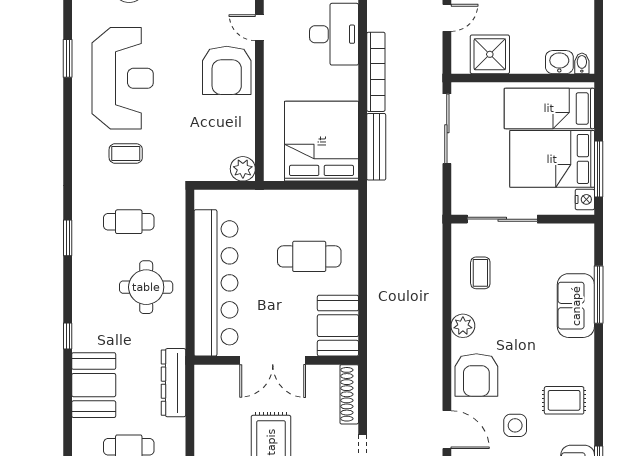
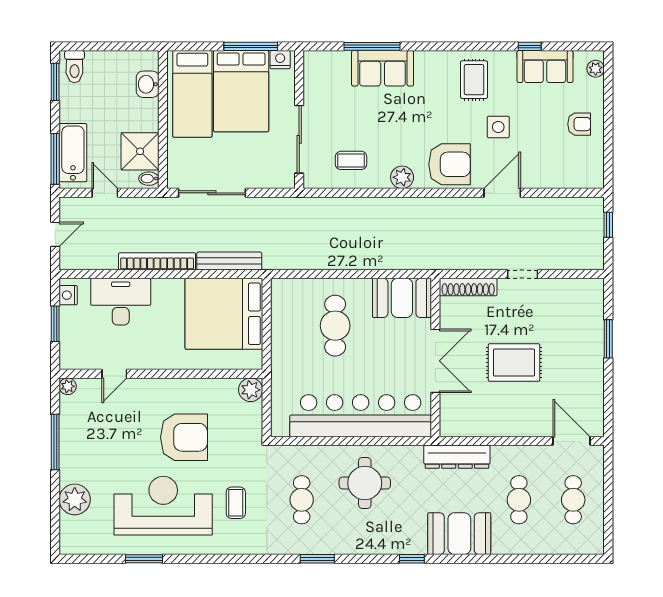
bidet: (582, 63) -> (149, 179), moved
armchair: (227, 70) -> (184, 437), moved

